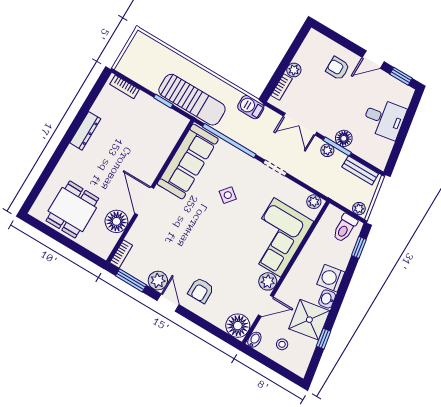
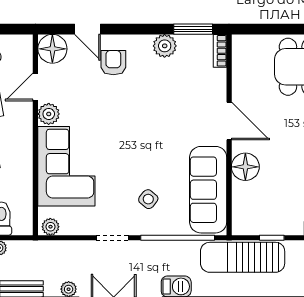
side table: (228, 195) -> (148, 199), moved
floor lamp: (116, 221) -> (245, 167), moved
door: (168, 303) -> (88, 29), moved
bidet: (254, 340) -> (26, 44), removed

